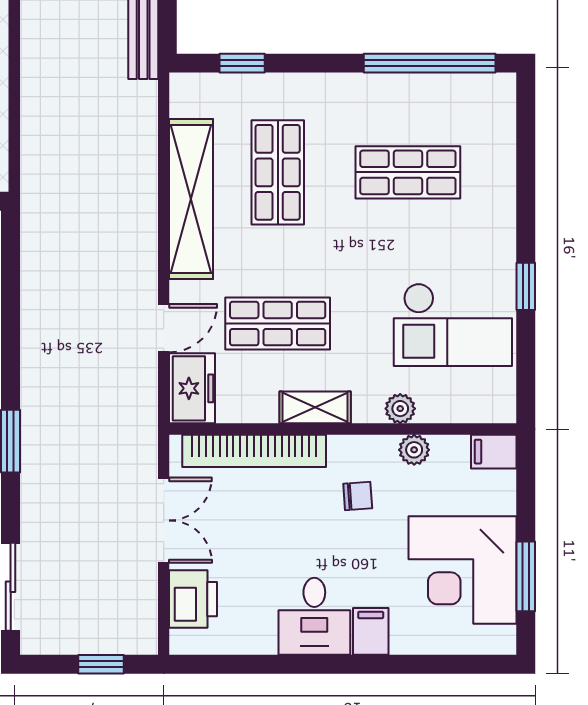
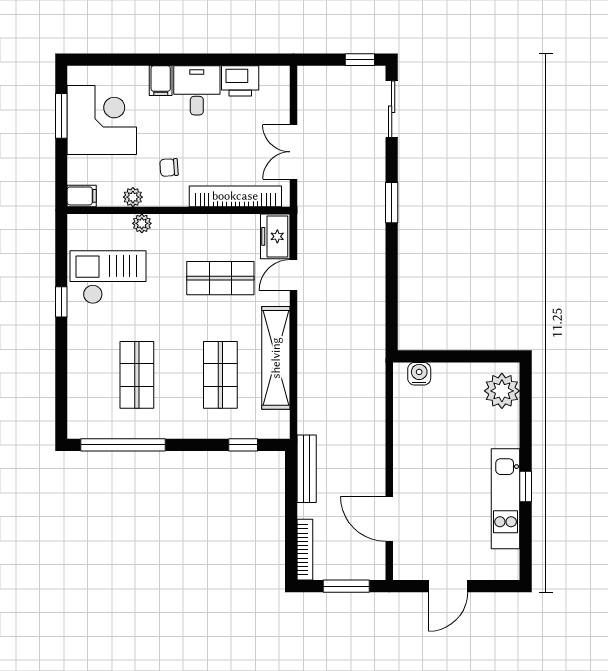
shop shelf: (408, 172) -> (137, 375), turned 90
shelving: (315, 407) -> (196, 224), removed
printer: (193, 599) -> (240, 81), moved, turned -90
window: (101, 664) -> (360, 60), moved

